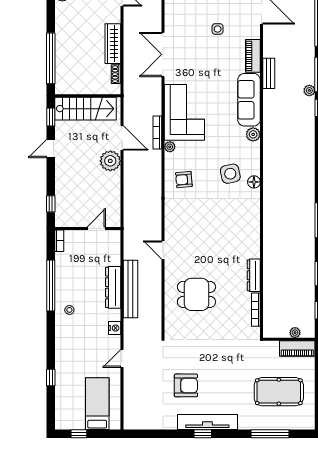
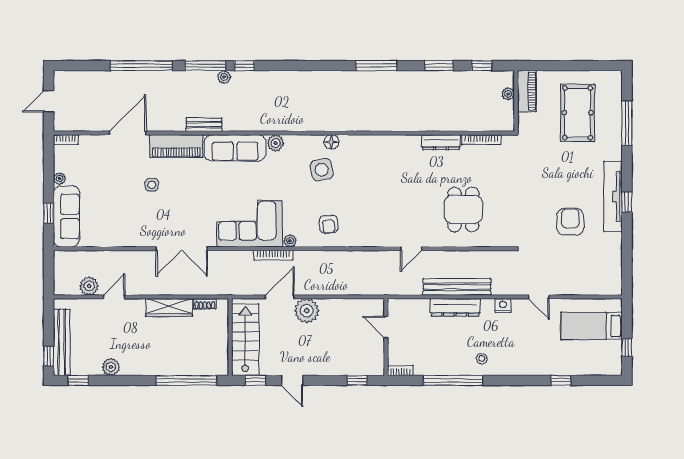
piano: (253, 56) -> (176, 146), width x1.37, depth x1.33

